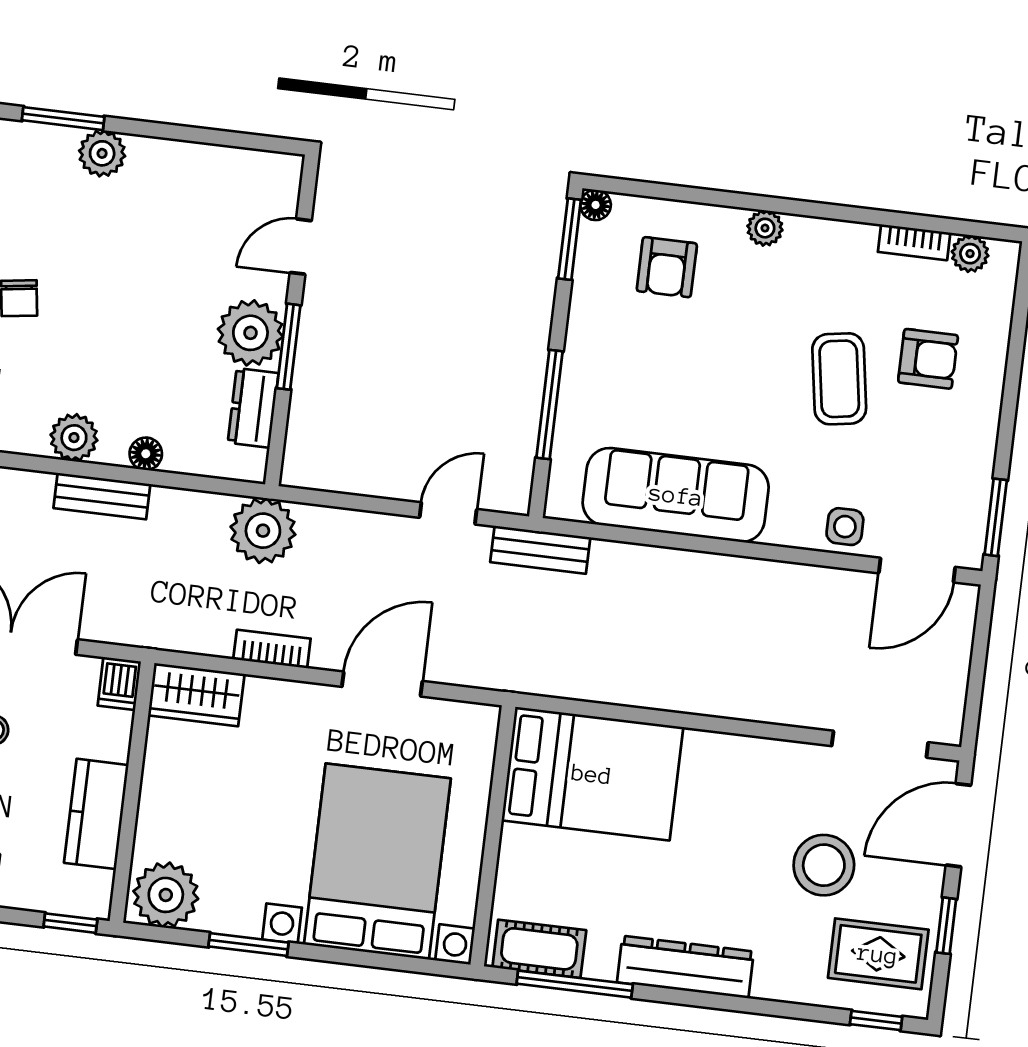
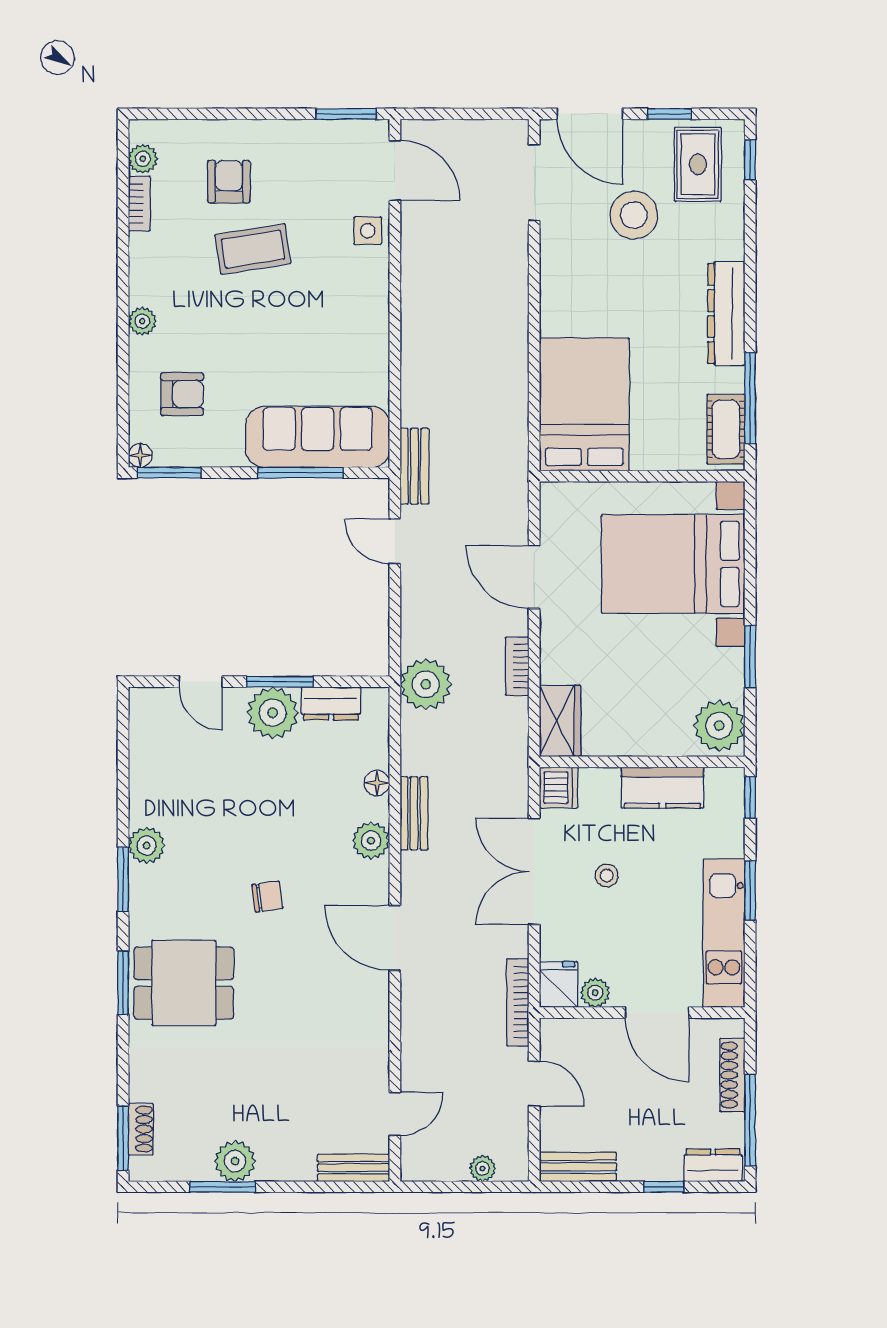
sofa: (676, 495) -> (318, 437), moved, turned 90
dishwasher: (119, 684) -> (559, 788), width x1.38

